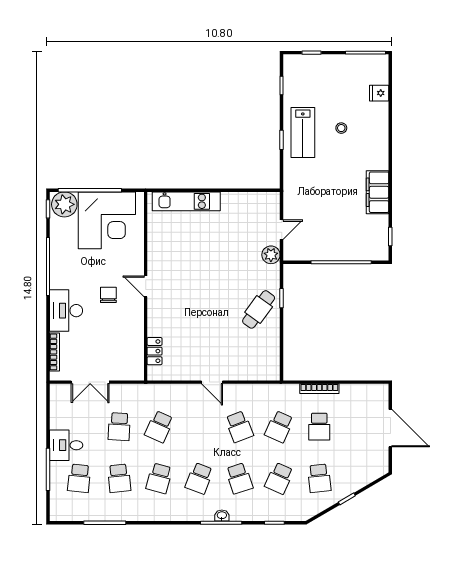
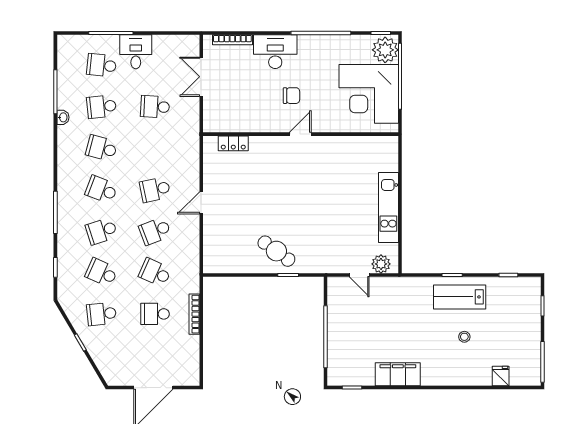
kitchen unit: (186, 201) -> (388, 207), moved
plant: (271, 255) -> (381, 264), moved
school desk: (159, 427) -> (155, 190), moved, turned -36
washbasin: (222, 516) -> (63, 117), moved

